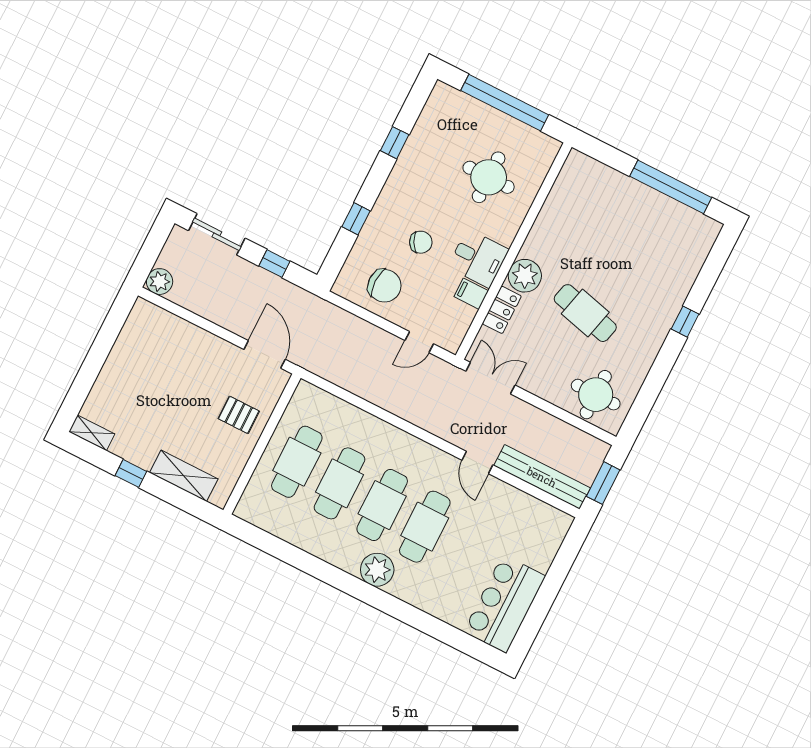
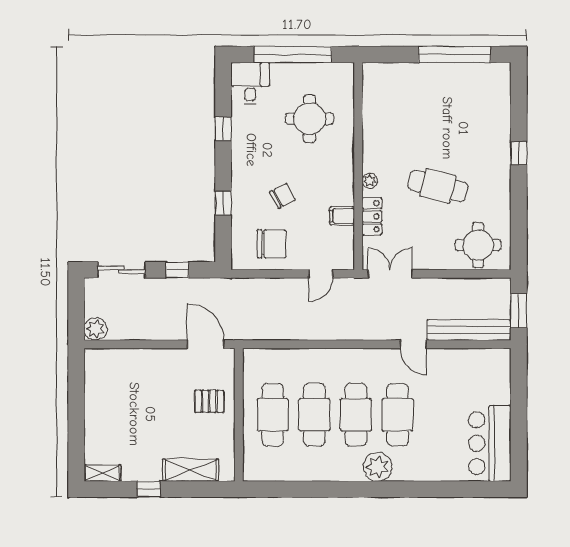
desk: (478, 258) -> (250, 83), moved, turned -90
plant: (525, 276) -> (370, 181), width x0.53, depth x0.53

